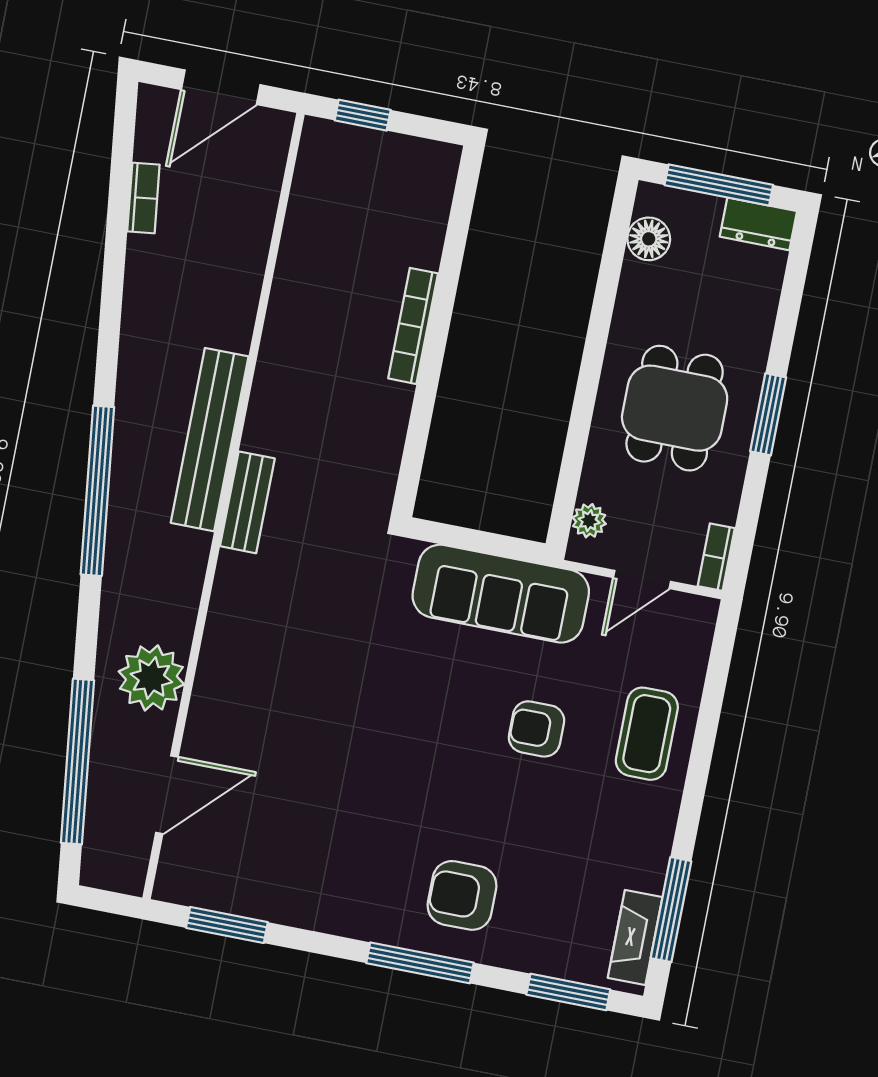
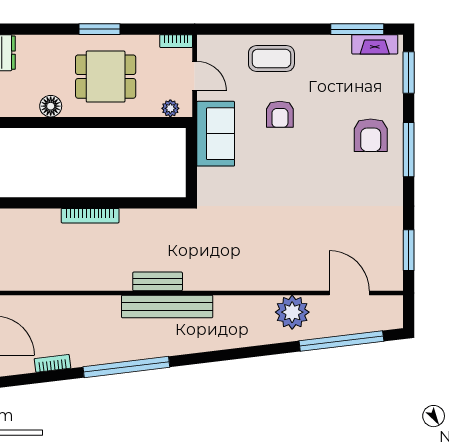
floor lamp: (649, 239) -> (51, 106), moved
window: (97, 491) -> (126, 367), moved
bench: (247, 502) -> (158, 281), moved
sofa: (501, 594) -> (216, 134), width x0.73

